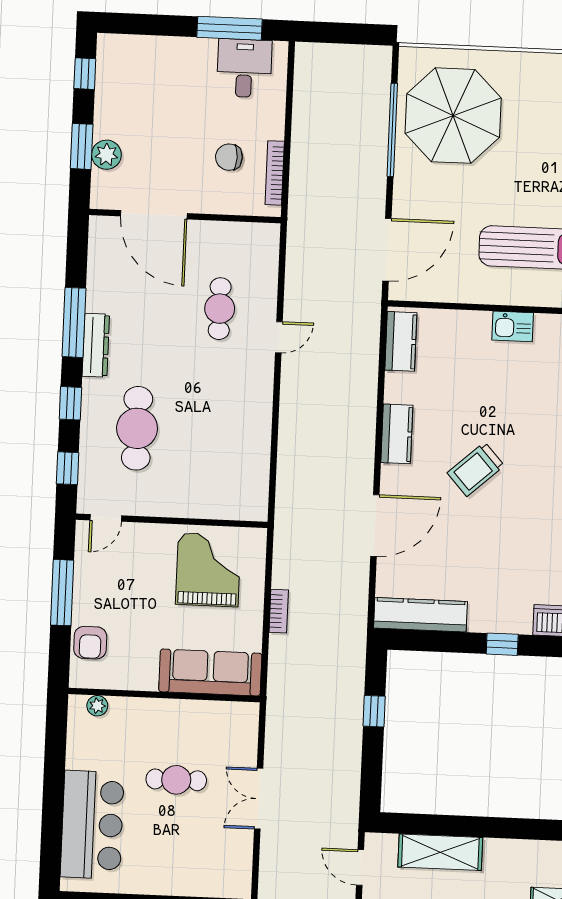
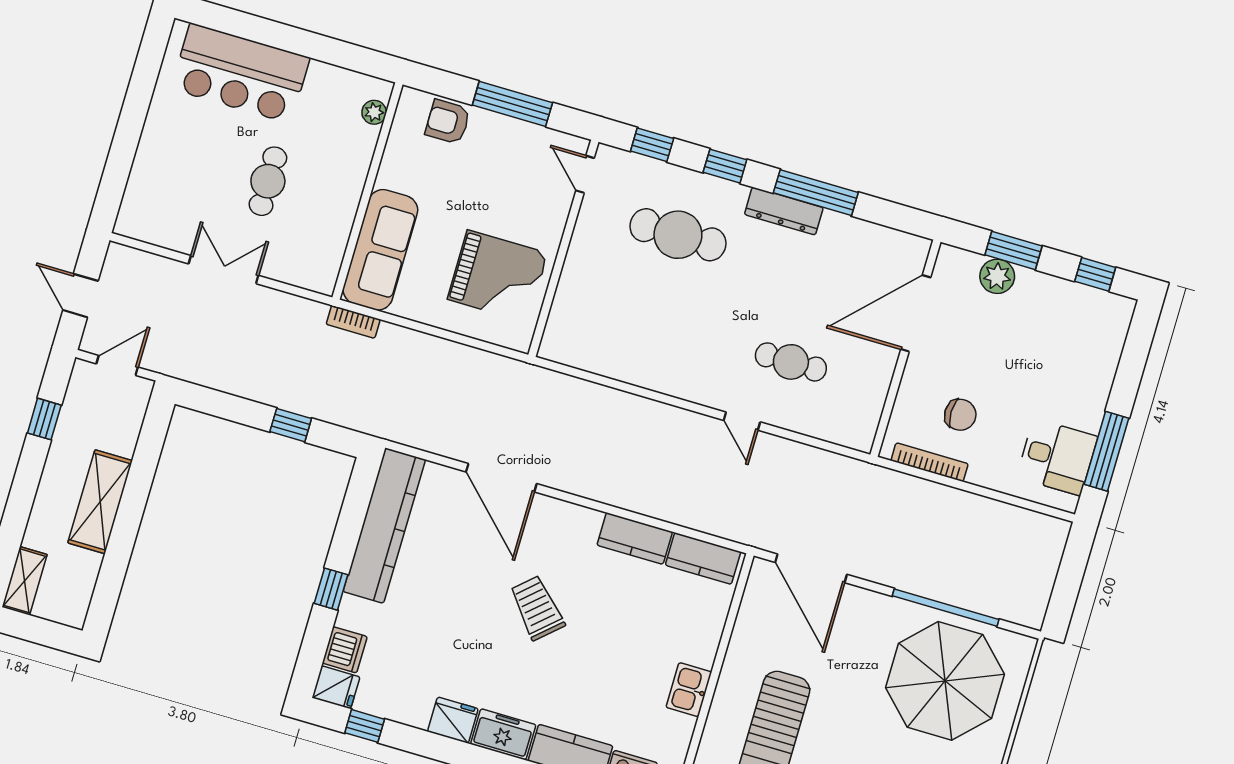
chair: (229, 157) -> (960, 415), turned 90
kitchen counter: (397, 434) -> (635, 538), moved
bookcase: (279, 611) -> (353, 322), moved
kitchen counter: (420, 615) -> (384, 526), width x1.39, depth x1.17
shelving: (440, 852) -> (100, 502), moved

